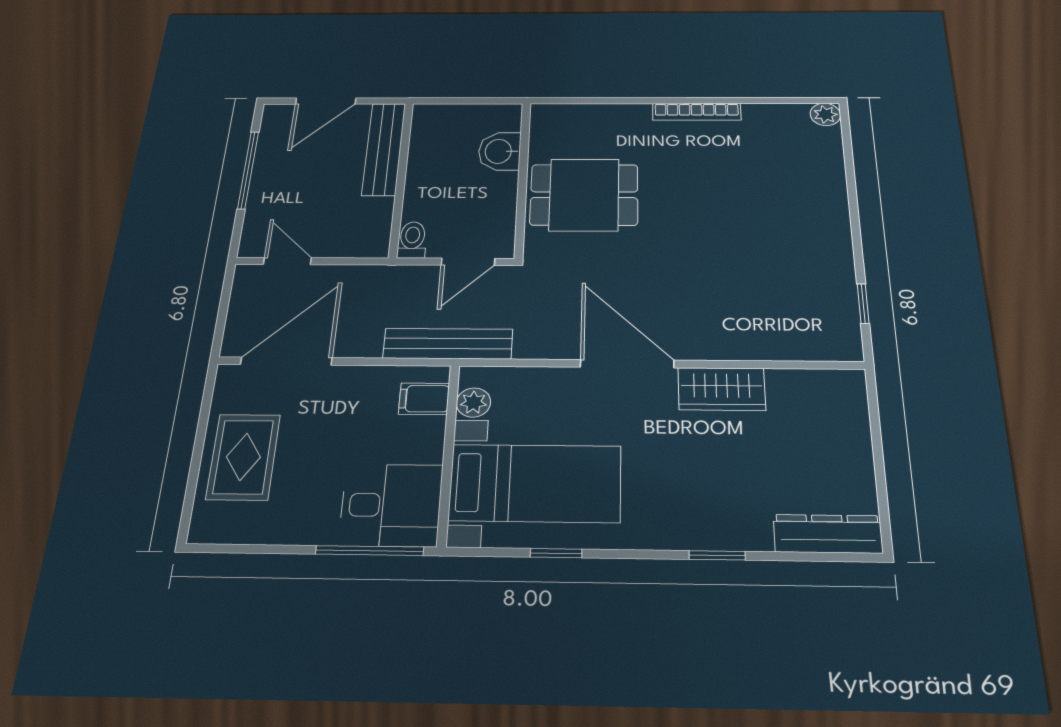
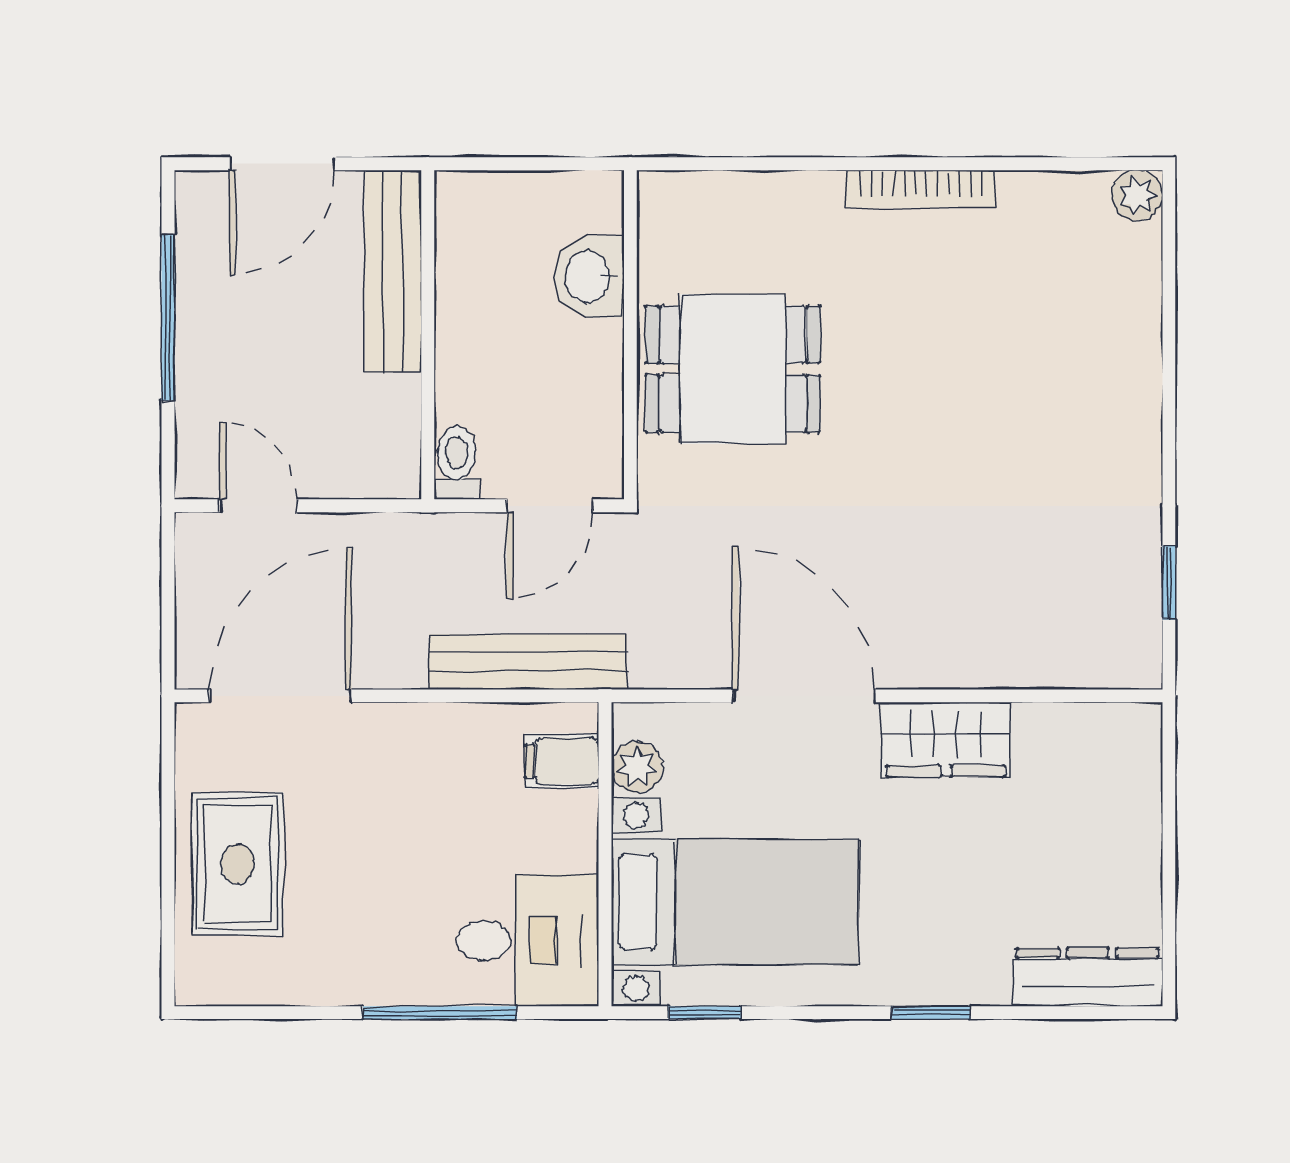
filing cabinet: (424, 399) -> (562, 761), moved
plant: (473, 402) -> (637, 767), moved
wall: (448, 453) -> (605, 854), moved
bed with nightstands: (535, 483) -> (735, 902), moved
desk: (391, 505) -> (528, 940), moved

